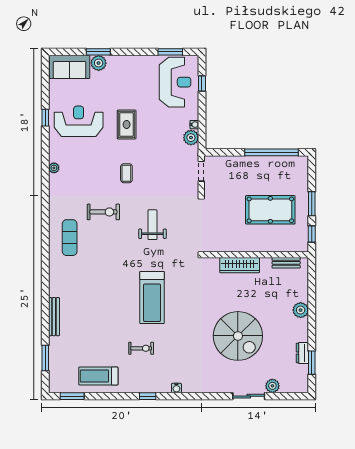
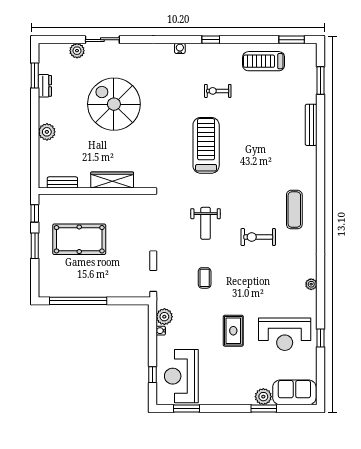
coffee table: (126, 173) -> (205, 278), moved
treadmill: (98, 376) -> (264, 61), turned 180

